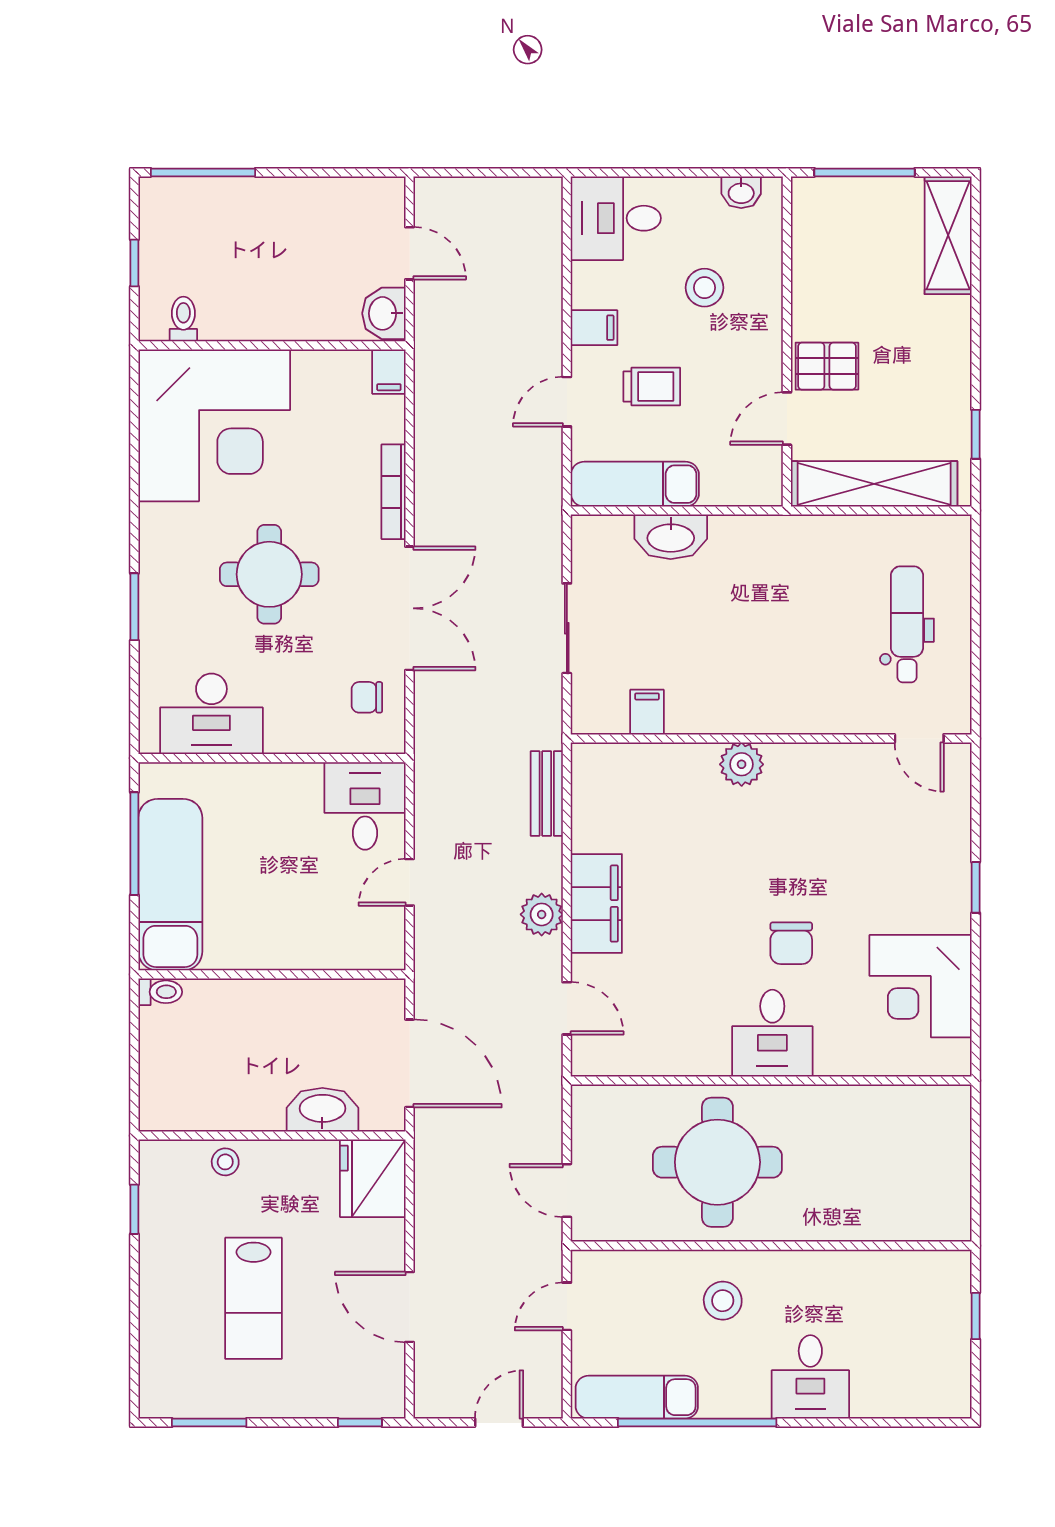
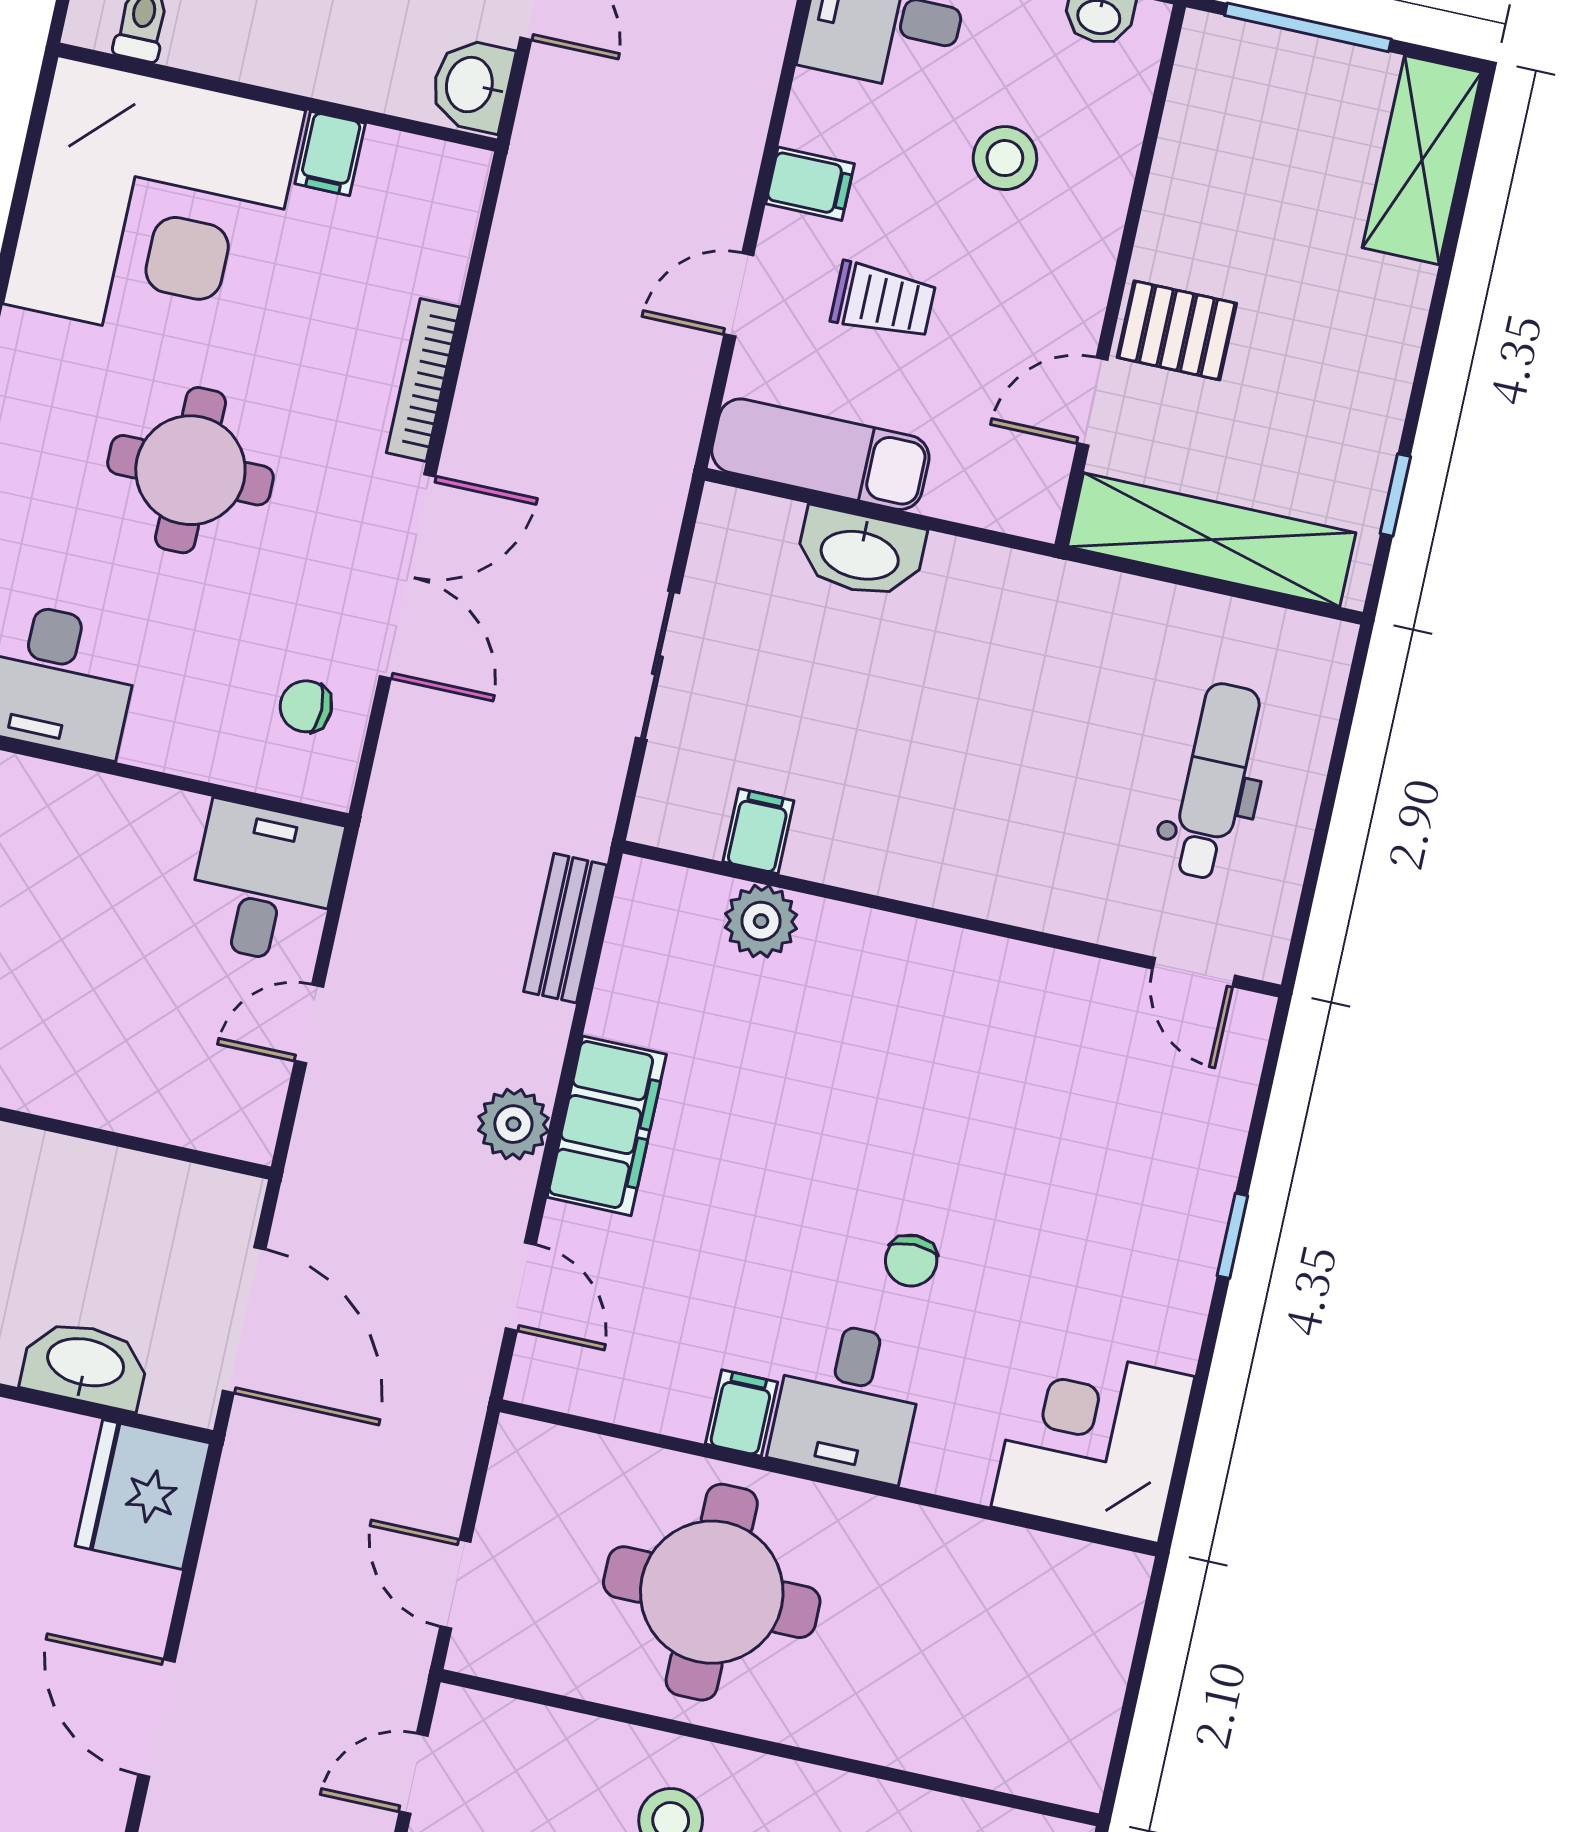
filing cabinet: (389, 372) -> (330, 154), moved
plant: (742, 764) -> (761, 921), moved
chair: (791, 943) -> (911, 1261), width x0.73, depth x0.73
corner desk: (921, 986) -> (1093, 1442), moved, turned 90
filing cabinet: (712, 1054) -> (742, 1413), added

